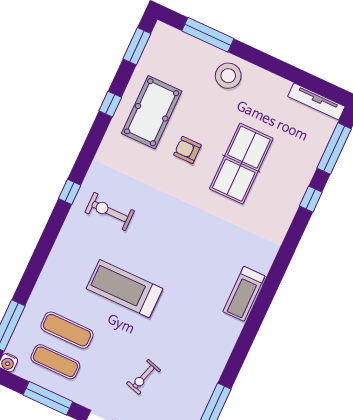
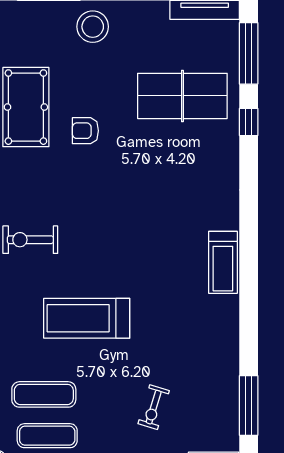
table tennis table: (241, 164) -> (182, 96), moved, turned 90

